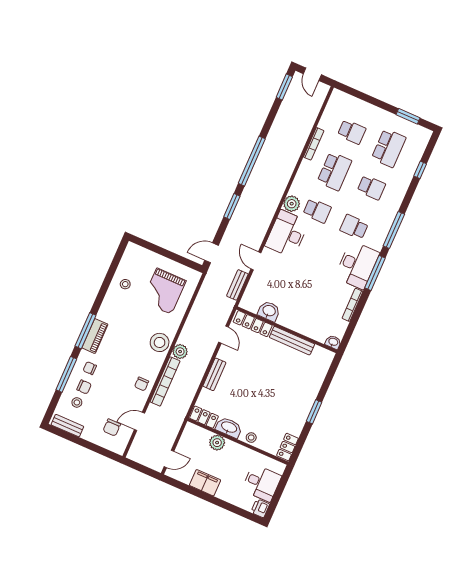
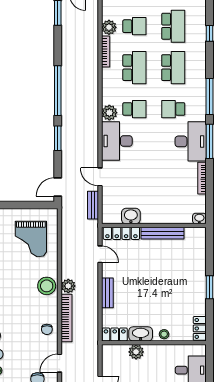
plant: (327, 122) -> (109, 27), added
school desk: (371, 187) -> (173, 68), width x1.85

